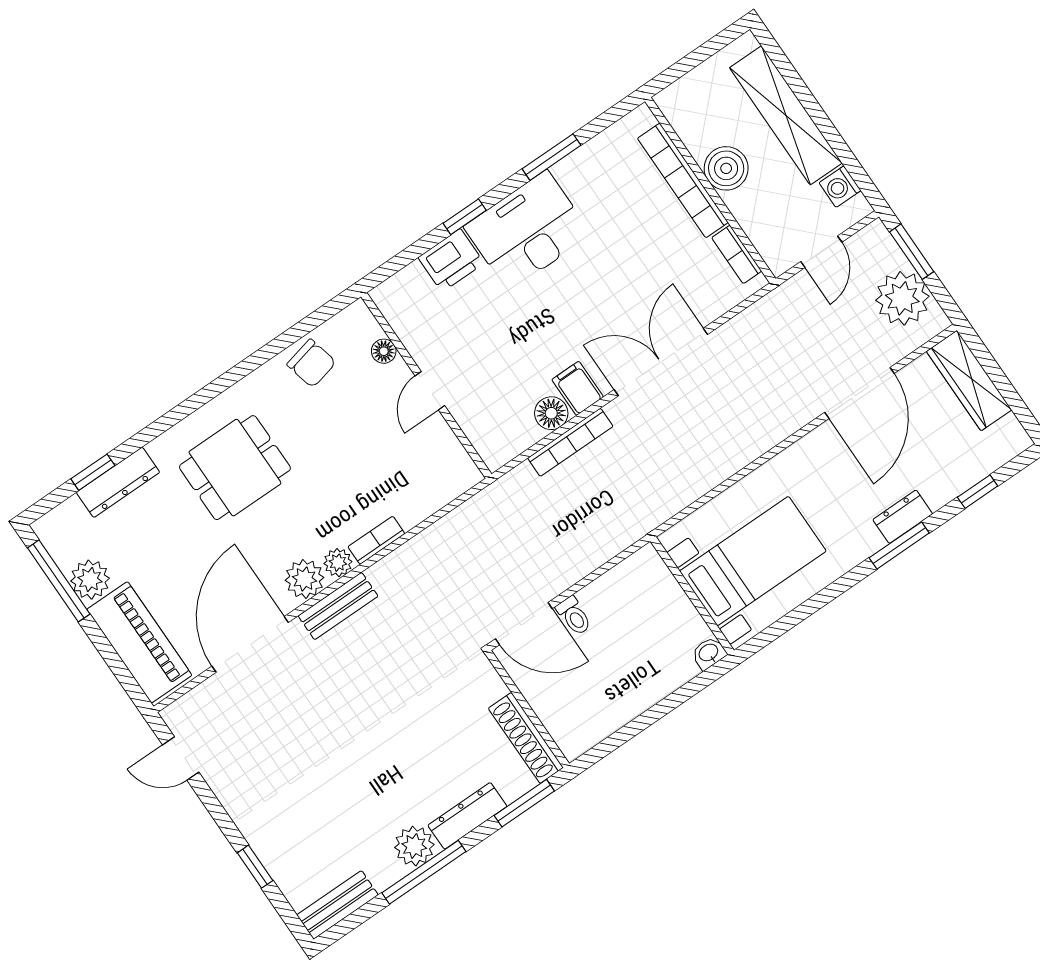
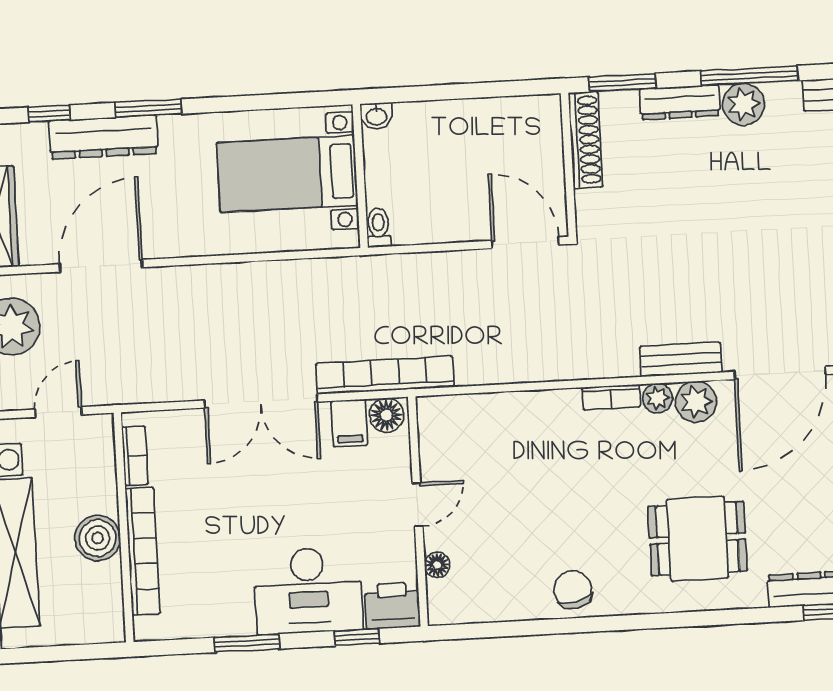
floor lamp: (384, 351) -> (437, 565), moved
wall: (426, 385) -> (418, 511), moved
door: (430, 391) -> (418, 505), moved
bookcase: (570, 442) -> (385, 375), width x1.48, depth x1.31
dresser: (903, 517) -> (103, 137), width x1.96, depth x1.24
toilet: (574, 616) -> (378, 228), moved

